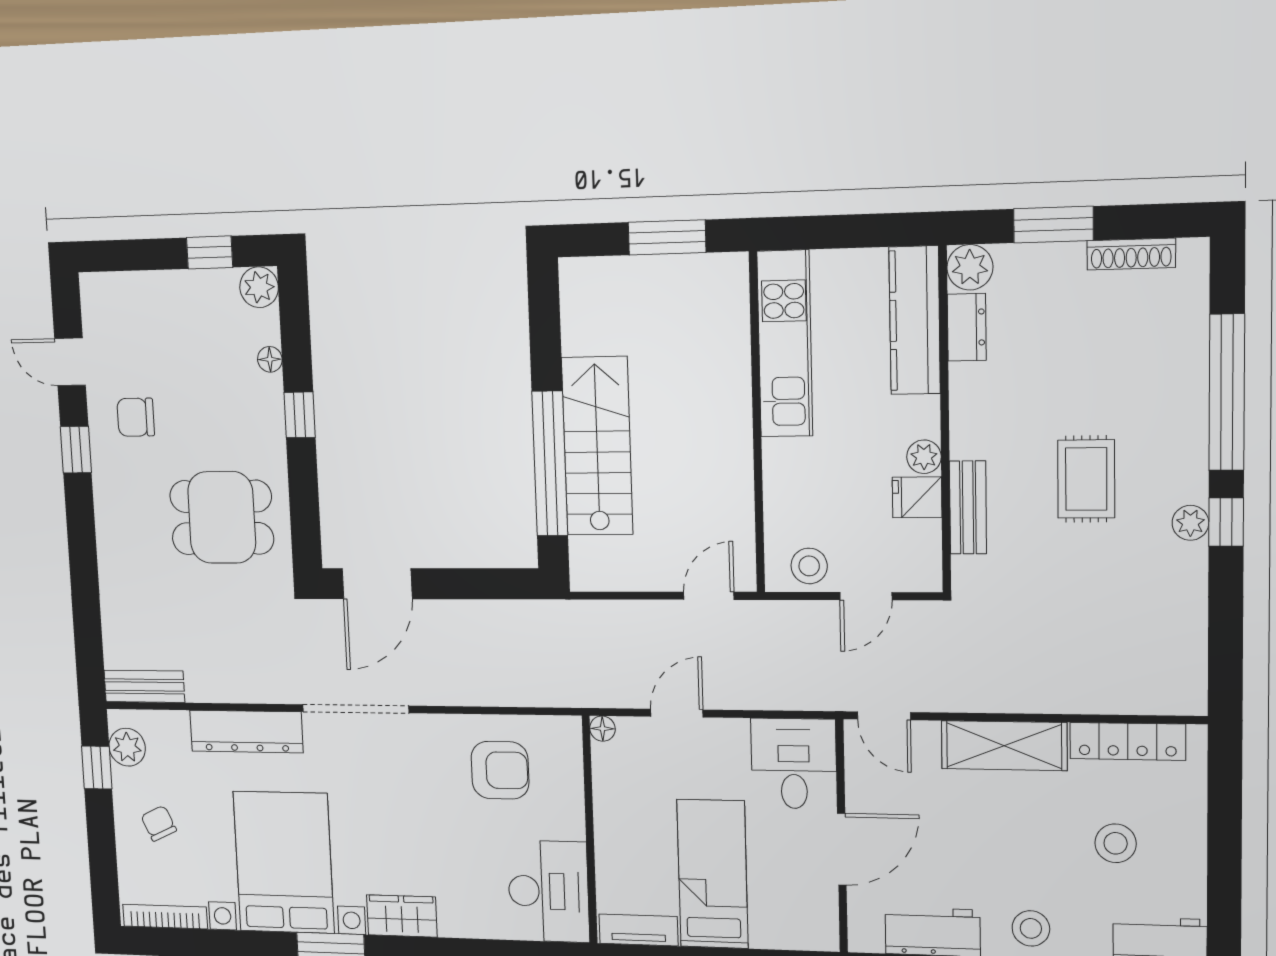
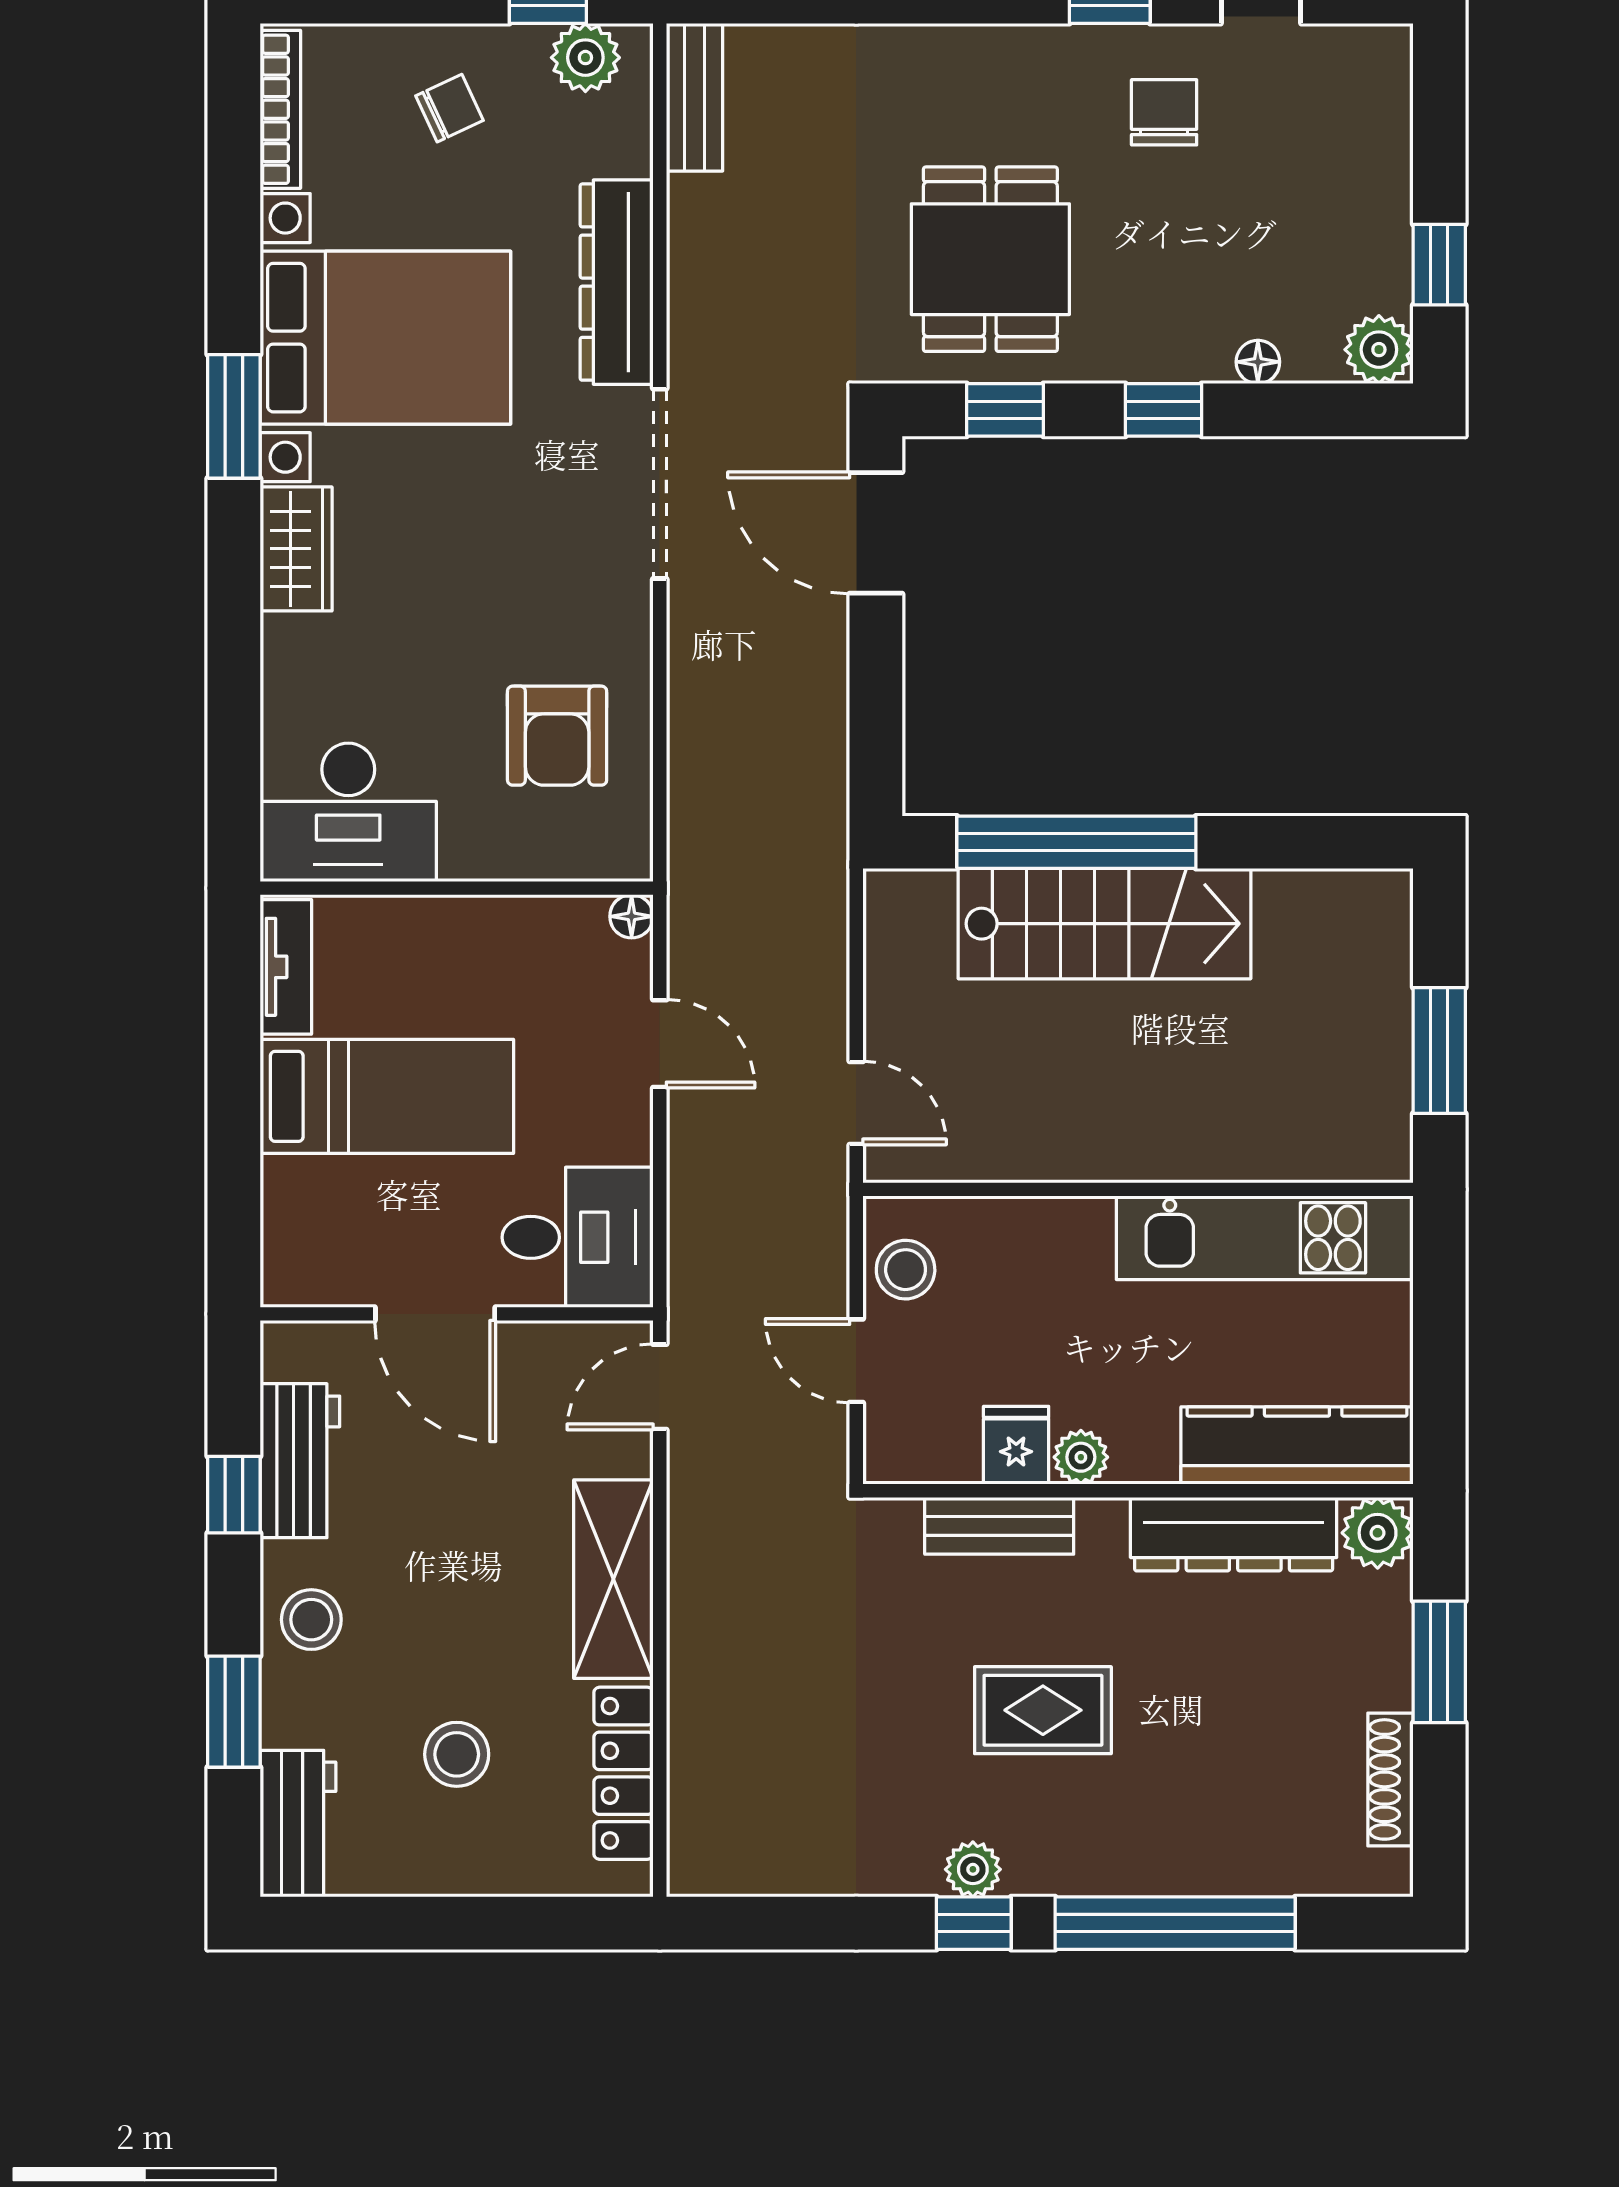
dresser: (967, 327) -> (1234, 1534), width x1.96, depth x1.24
window: (304, 508) -> (1005, 410), added

